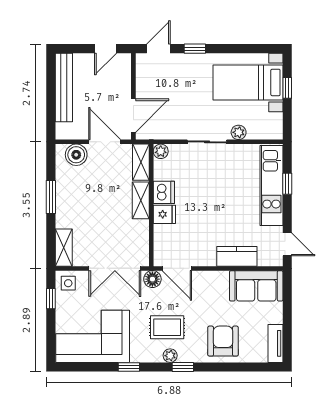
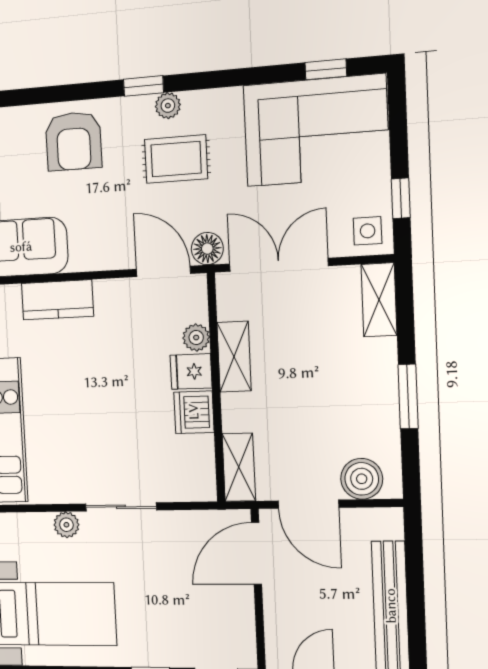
plant: (161, 151) -> (196, 338), moved
shelving: (141, 200) -> (234, 357), moved
window: (129, 367) -> (326, 69), moved

